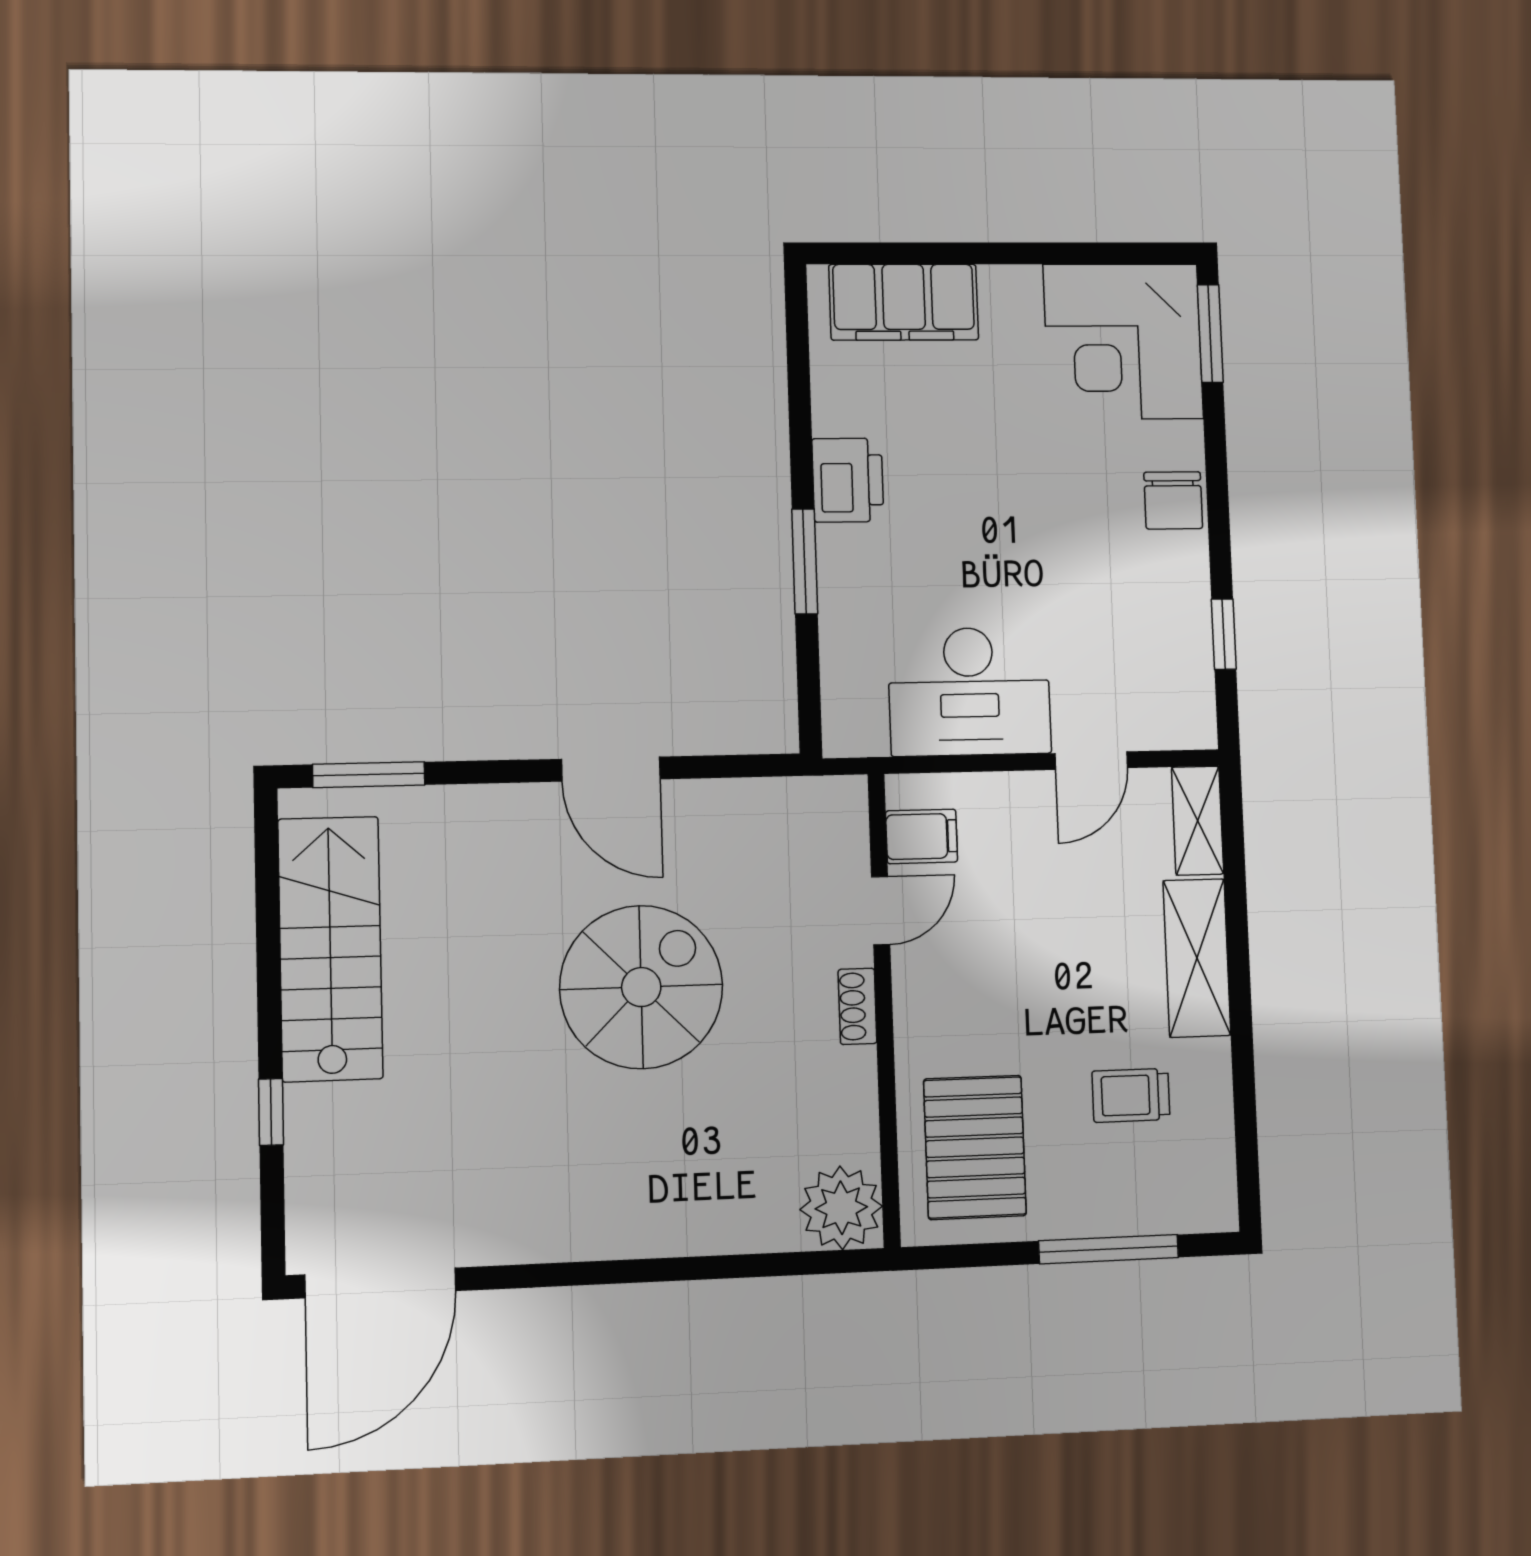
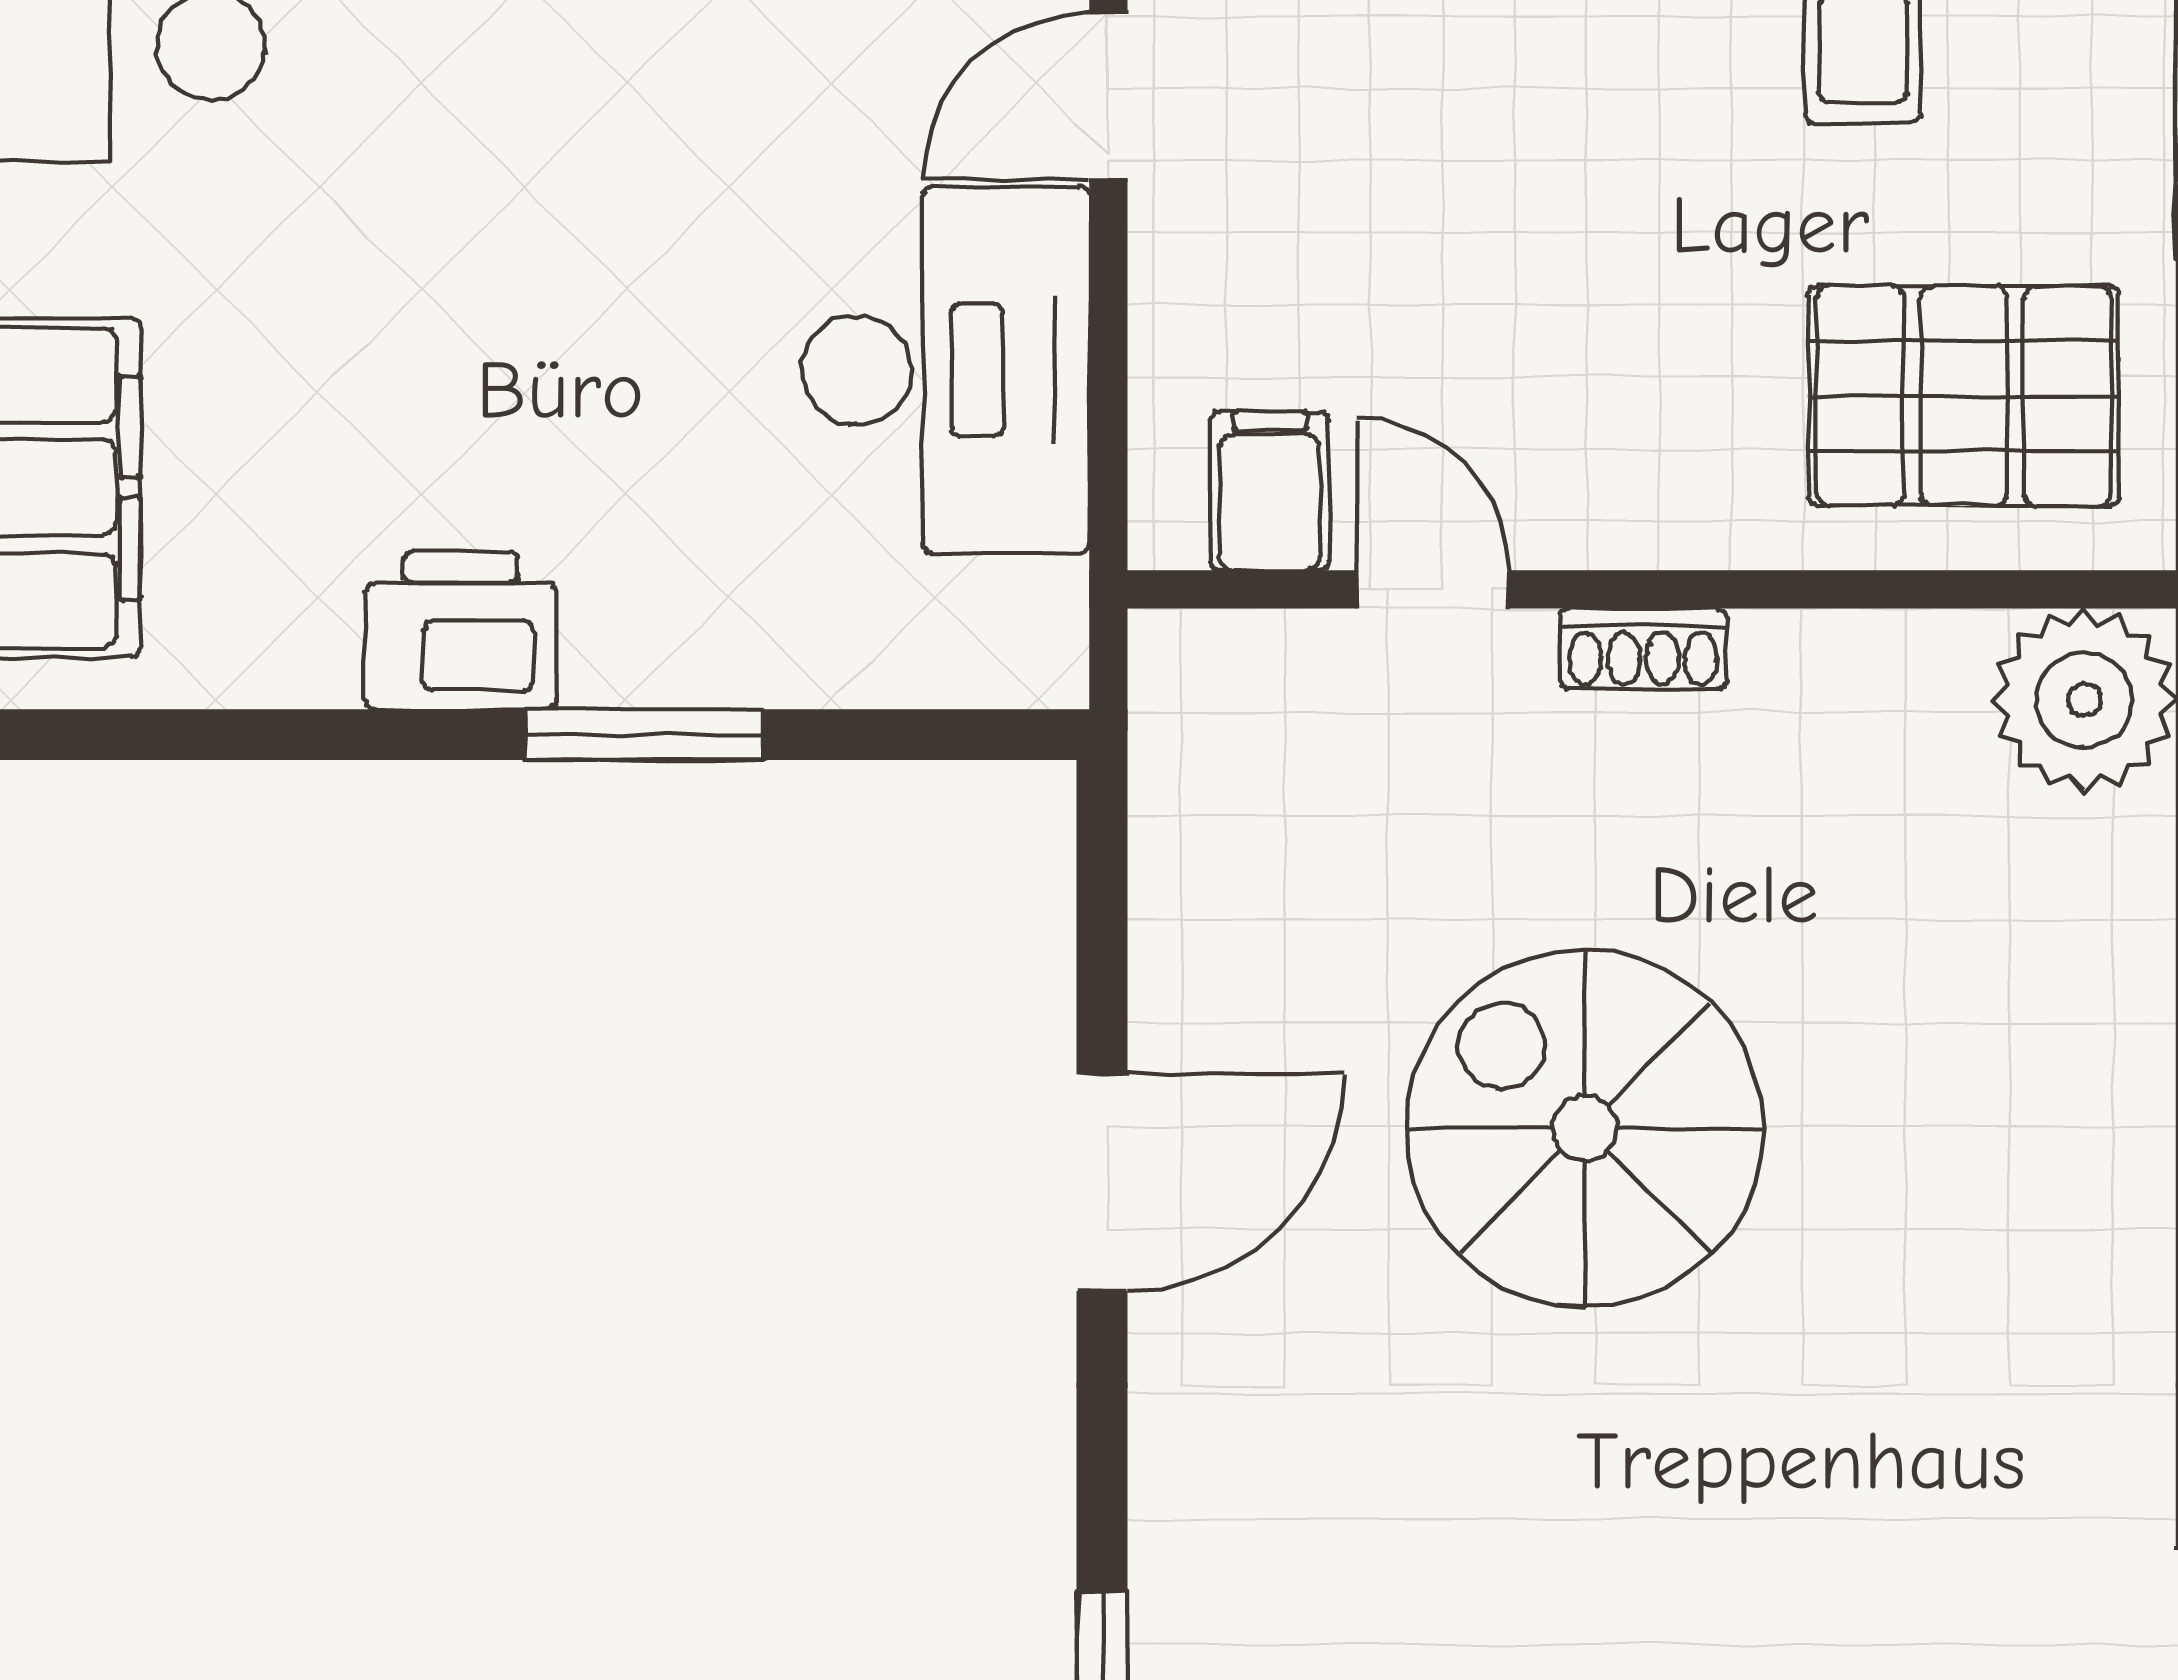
door: (1091, 761) -> (1108, 96), swing flipped

